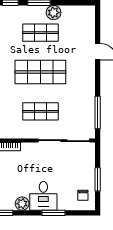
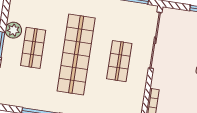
shop shelf: (40, 72) -> (76, 54), width x1.40

